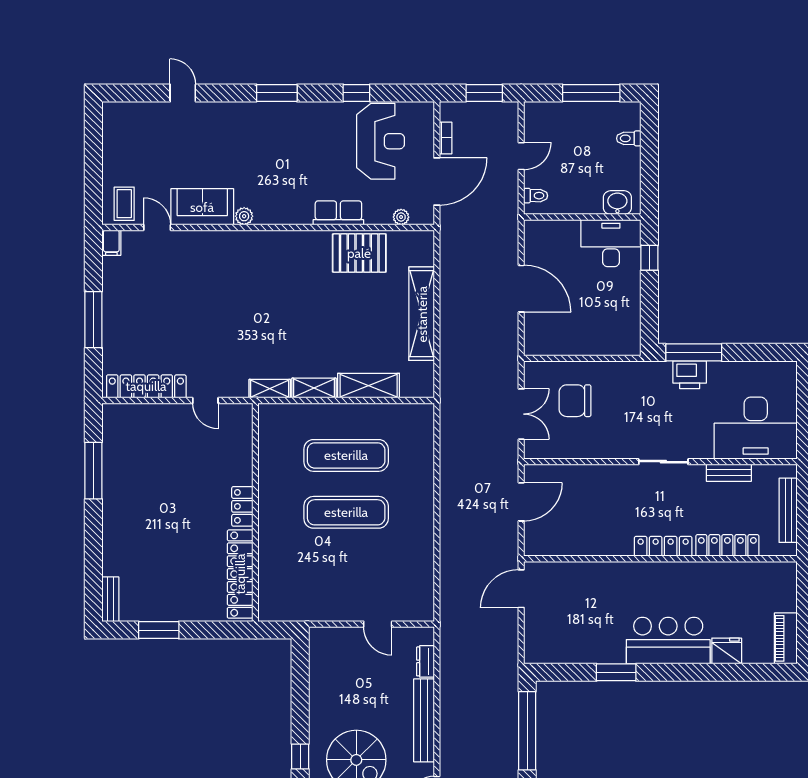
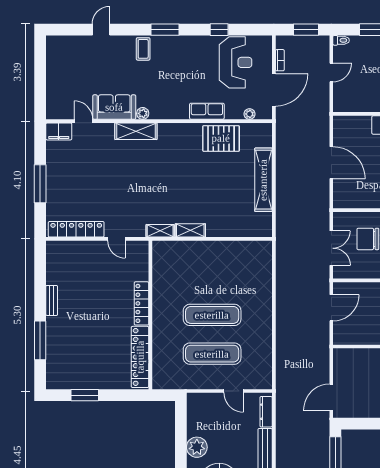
door: (183, 93) -> (101, 30), hinge flipped
toilet: (536, 196) -> (341, 40), moved
coffee table: (124, 204) -> (143, 49), moved
filing cabinet: (111, 243) -> (59, 131), width x2.00
shelving: (369, 386) -> (136, 131), moved
exercise mat: (346, 455) -> (212, 354), moved
window: (93, 471) -> (40, 340), moved
locker: (242, 506) -> (141, 303), width x1.53
door: (521, 589) -> (331, 397), moved
bench: (110, 599) -> (52, 300), moved
dresser: (425, 661) -> (266, 412), width x1.44
plant: (324, 707) -> (197, 447), added

